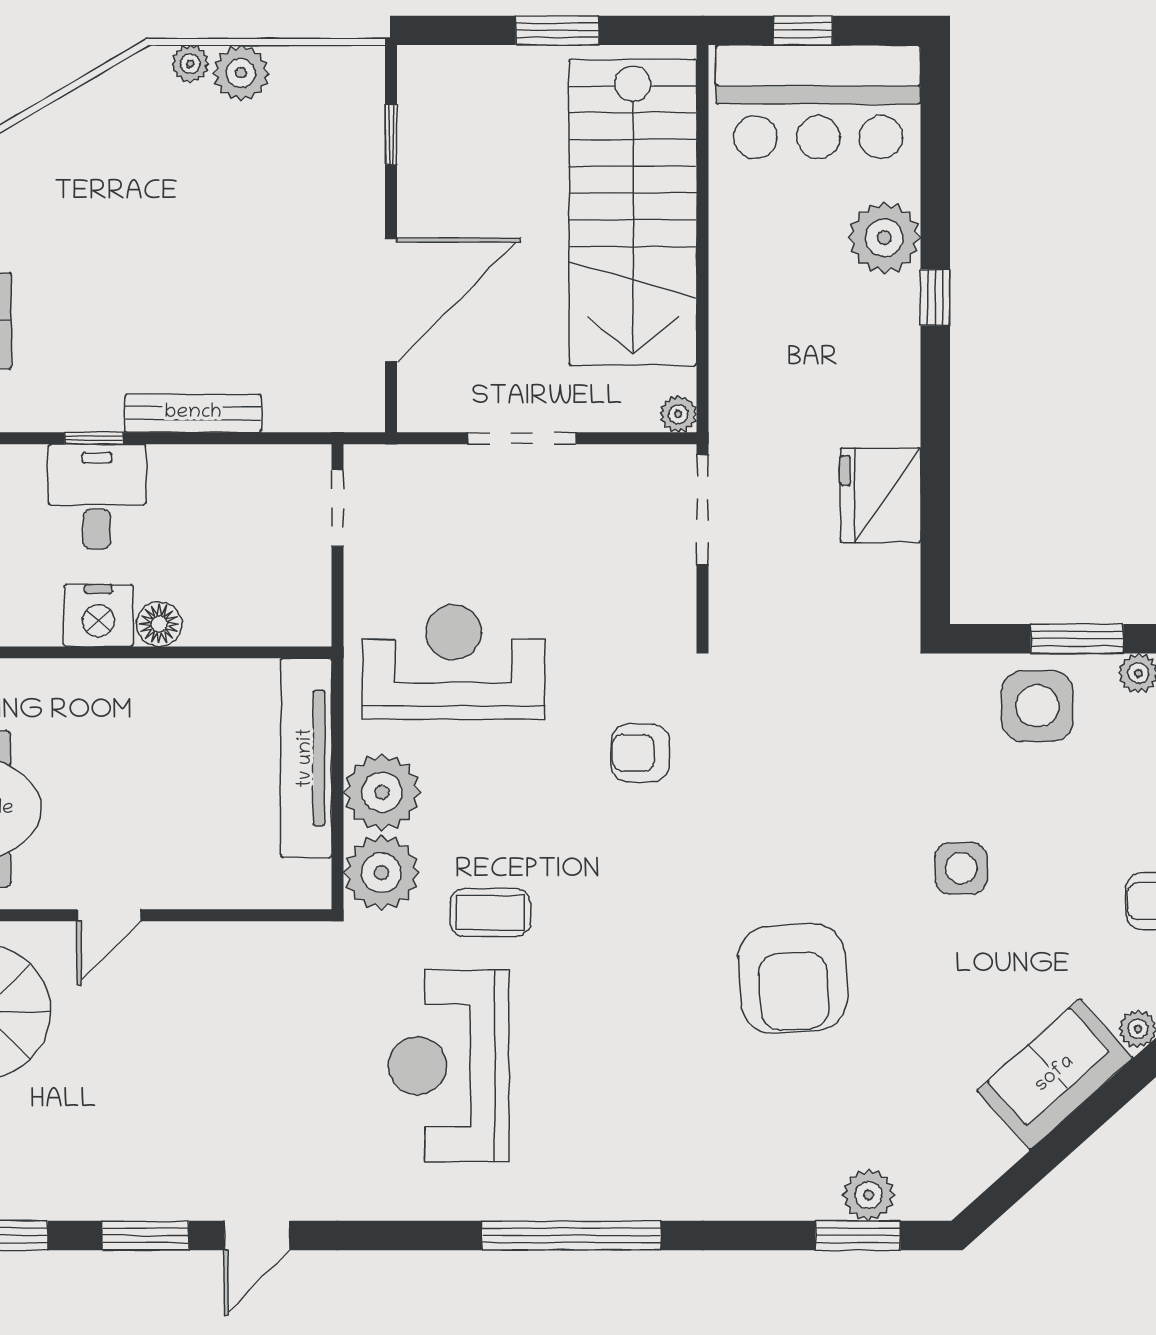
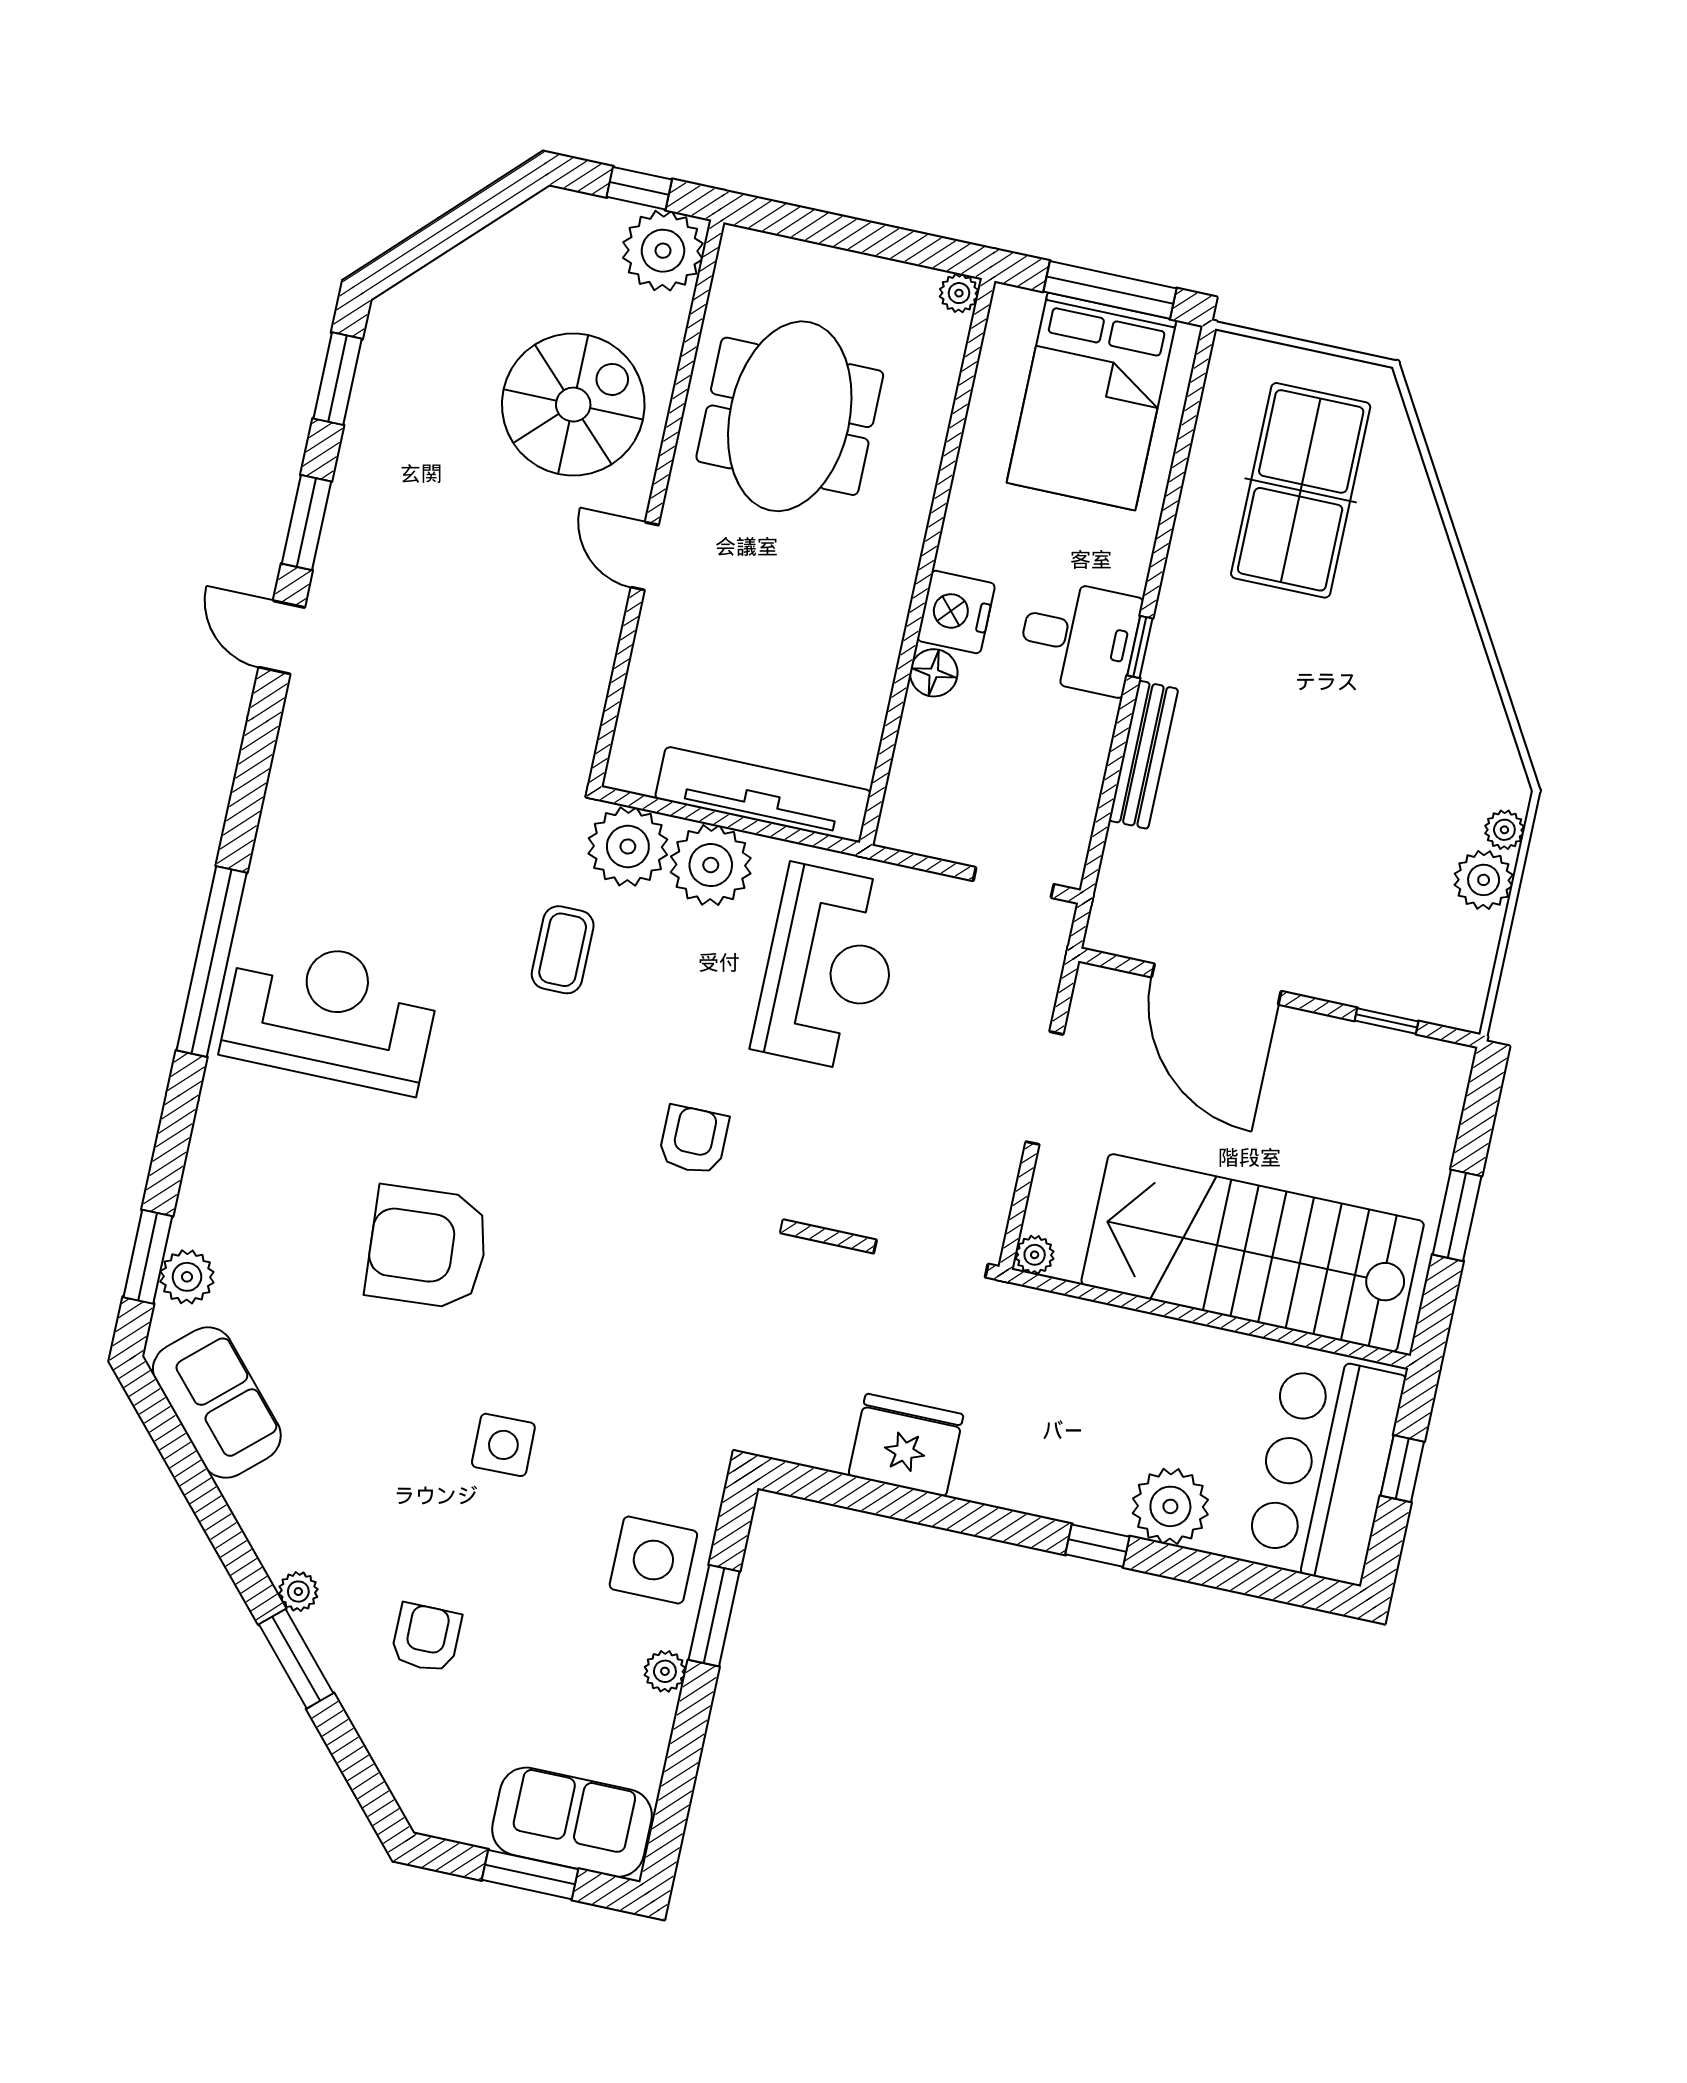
reception desk: (449, 1066) -> (330, 1014), moved
sofa: (1055, 1074) -> (217, 1403), moved

